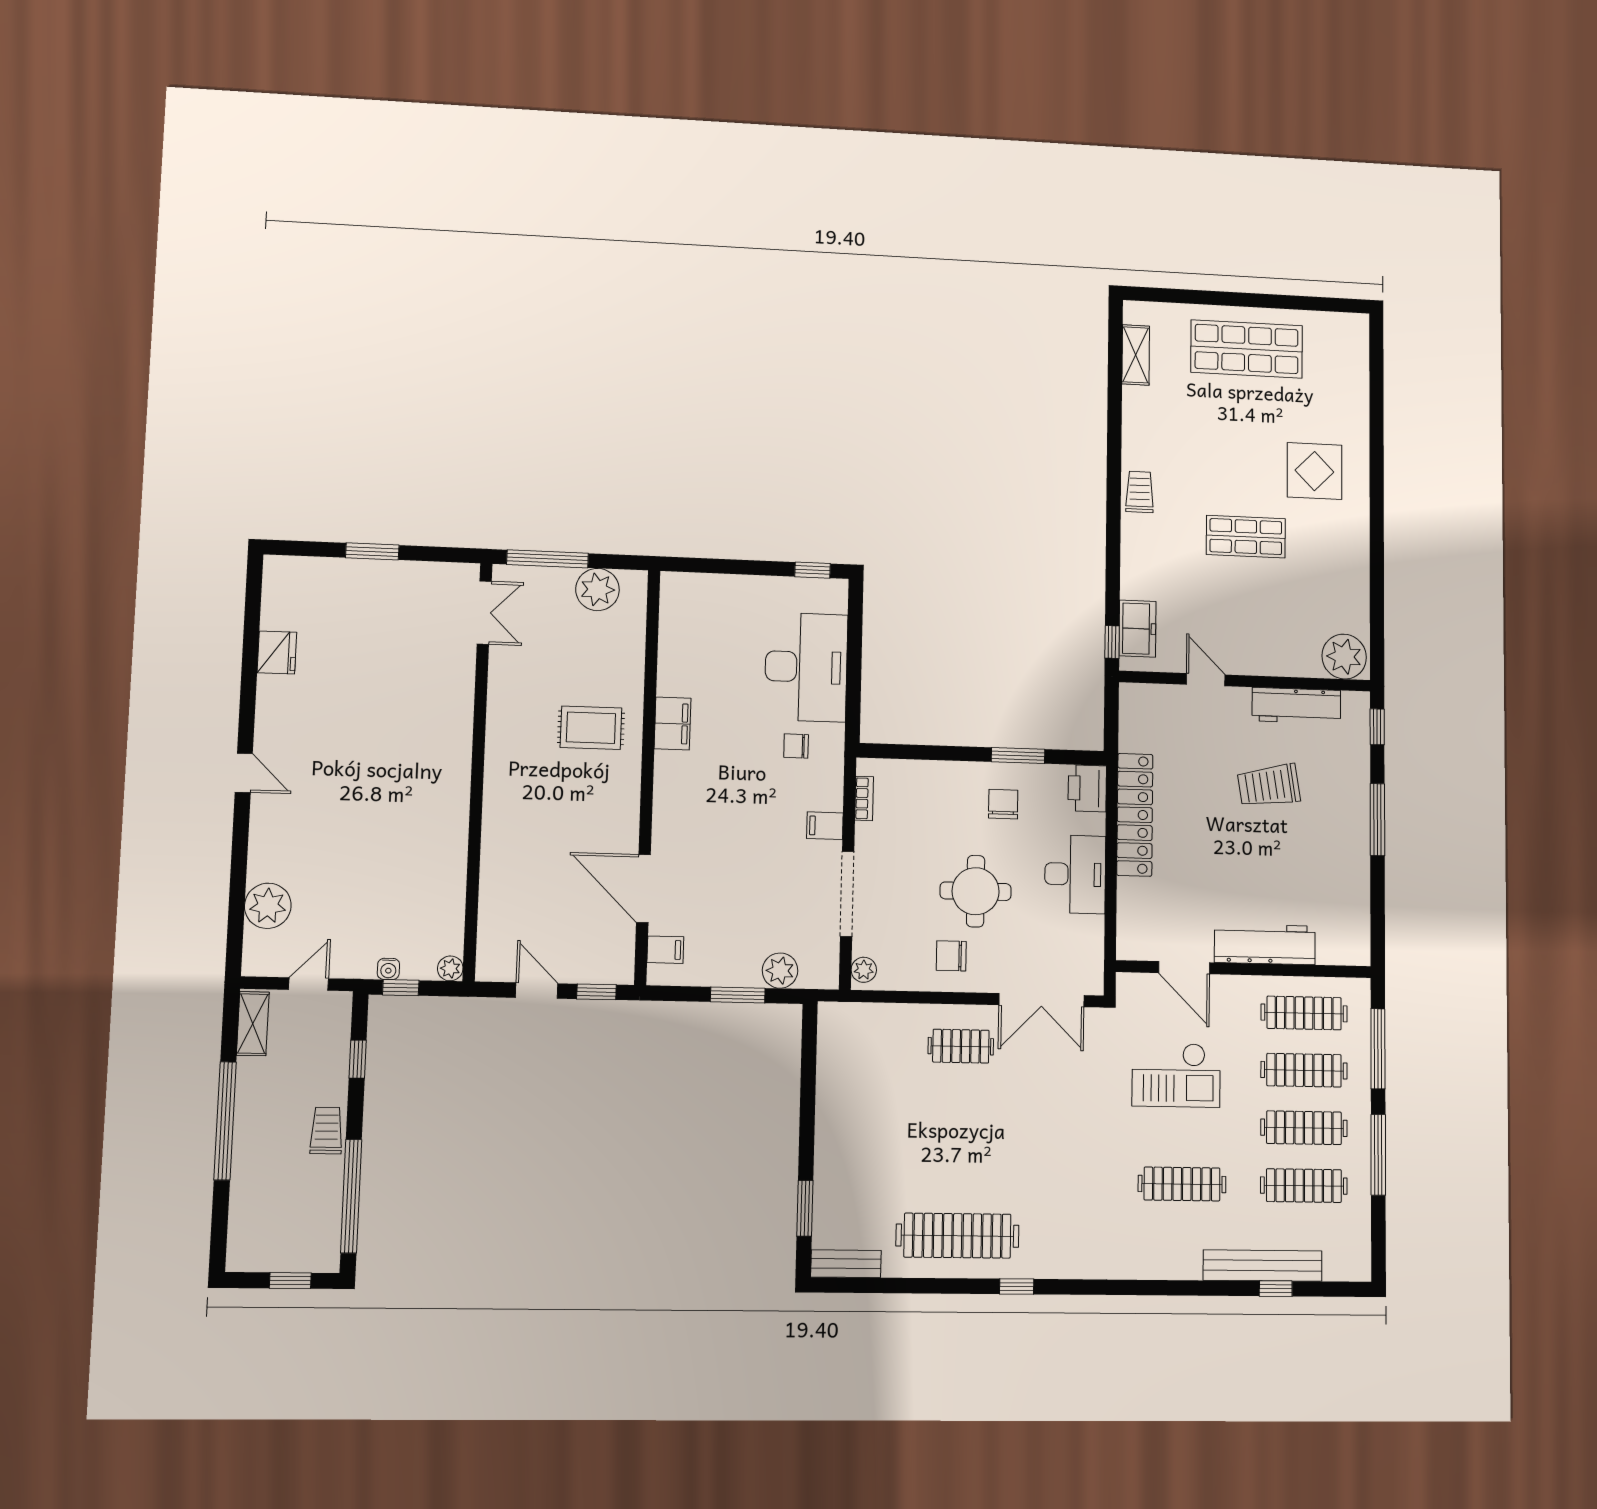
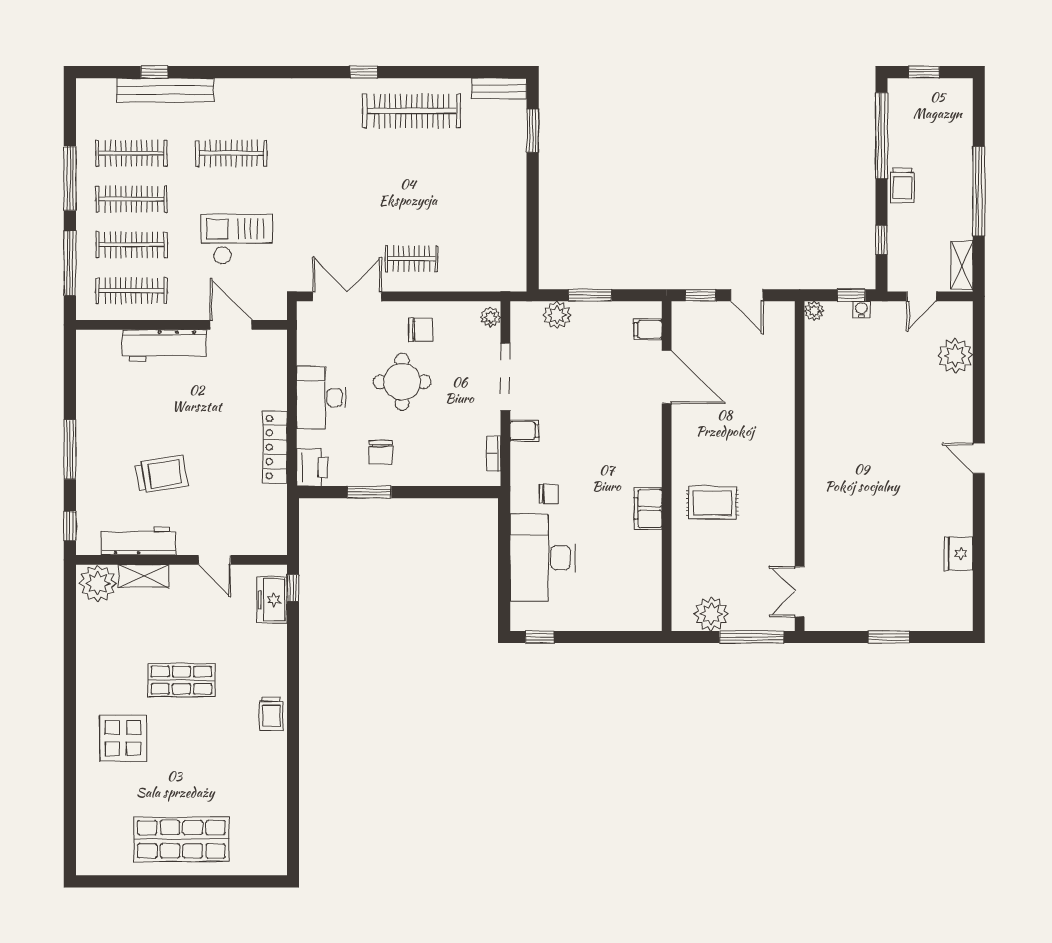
shelving: (1136, 355) -> (144, 576), moved, turned 90
locker: (1135, 815) -> (275, 447), width x0.71, depth x0.83

